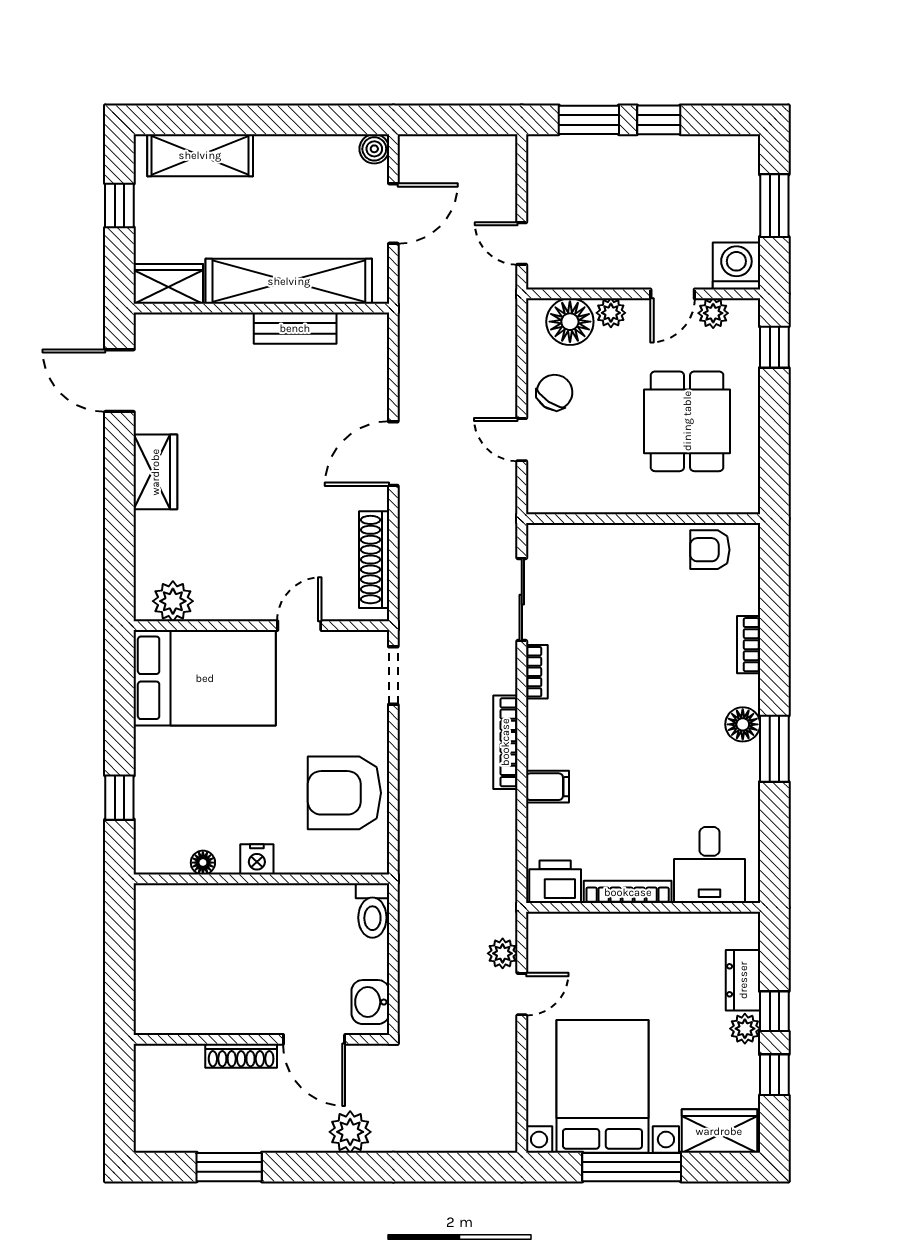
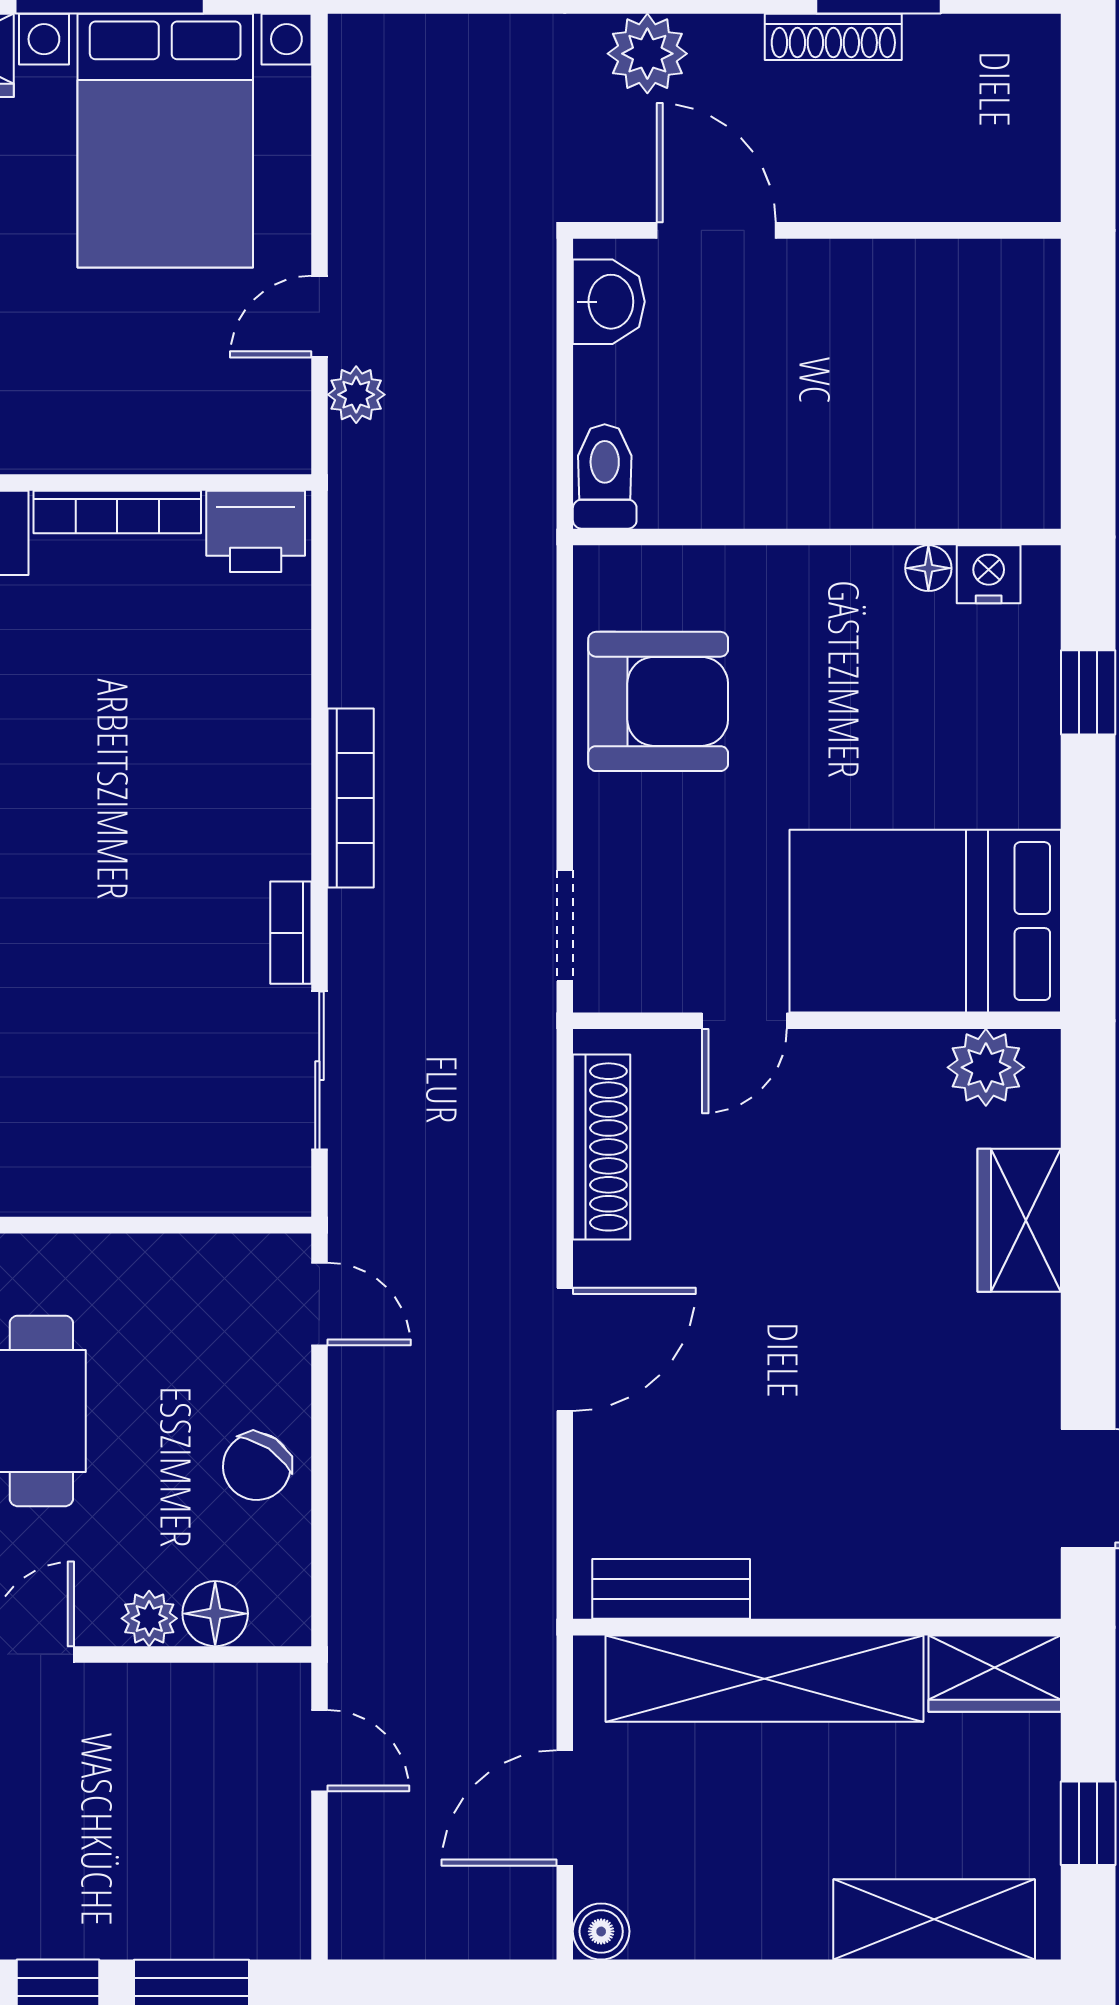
floor lamp: (570, 322) -> (215, 1614), width x0.73, depth x0.73
bench: (295, 328) -> (671, 1589), moved
door: (522, 440) -> (319, 1304), moved
wardrobe: (155, 472) -> (1019, 1220), moved
filing cabinet: (547, 787) -> (270, 713), removed
nightstand: (257, 859) -> (989, 574), moved
shoe rack: (241, 1056) -> (833, 37), moved, turned 180

